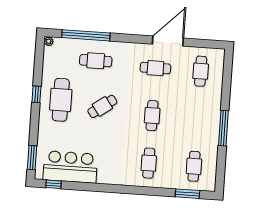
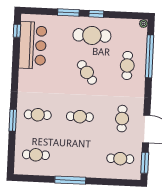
window: (206, 44) -> (145, 163), added
window: (32, 158) -> (68, 13), moved
window: (187, 194) -> (13, 120), moved

